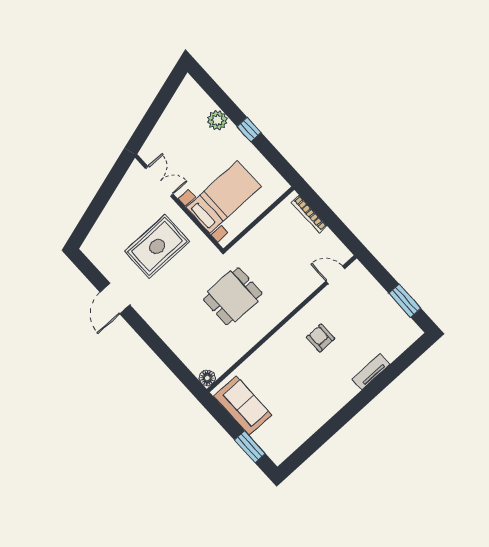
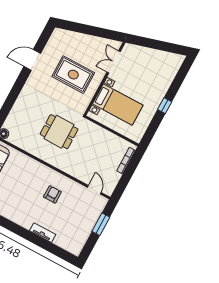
plant: (217, 120) -> (164, 84), removed
double door: (159, 181) -> (114, 62), swing flipped
window: (405, 301) -> (101, 224), moved

